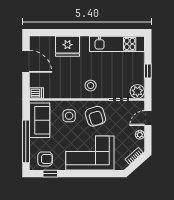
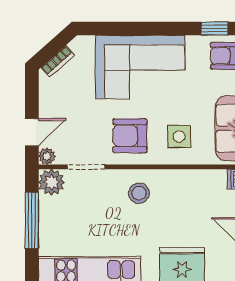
window: (148, 71) -> (32, 220), width x2.17
armchair: (95, 116) -> (130, 136), turned -73
plant: (140, 135) -> (47, 156), moved

